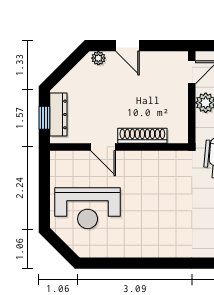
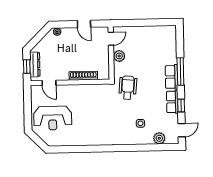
door: (127, 46) -> (84, 24), moved
door: (103, 147) -> (49, 83), moved

